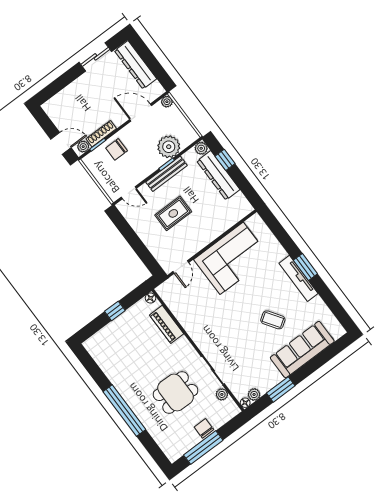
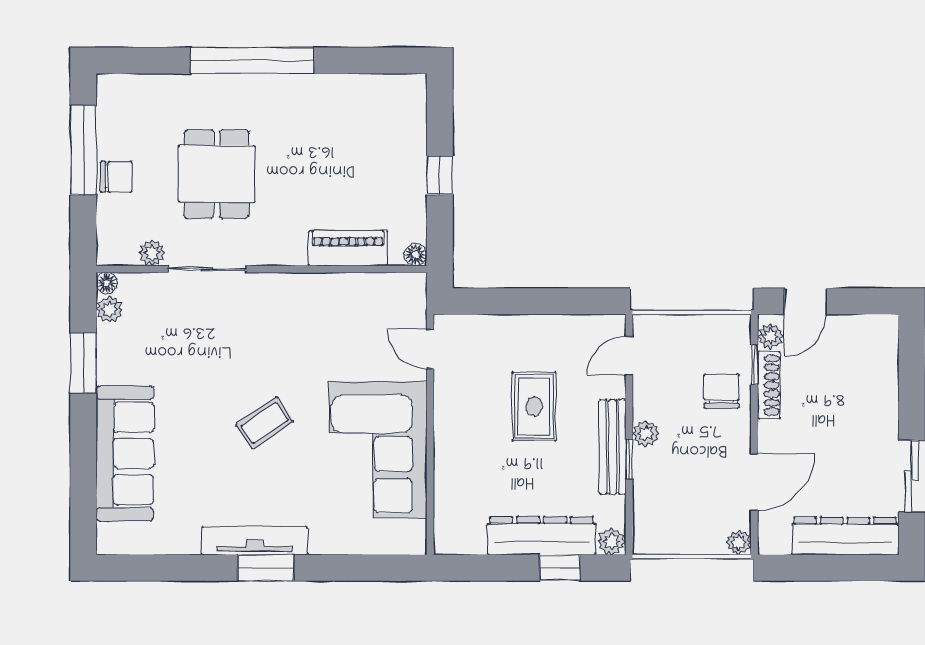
plant: (169, 147) -> (646, 434), moved, width x0.53, depth x0.53
coffee table: (273, 320) -> (265, 423), moved

